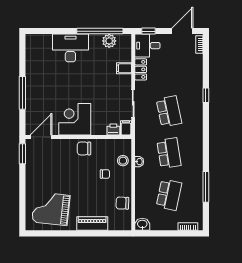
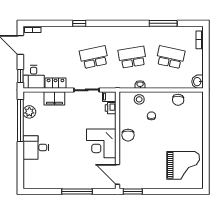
desk: (70, 48) -> (36, 147), width x0.73
filing cabinet: (124, 68) -> (54, 98), width x2.00
grand piano: (51, 209) -> (183, 165), turned -96
piano: (92, 224) -> (197, 128), removed

